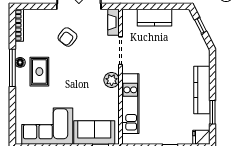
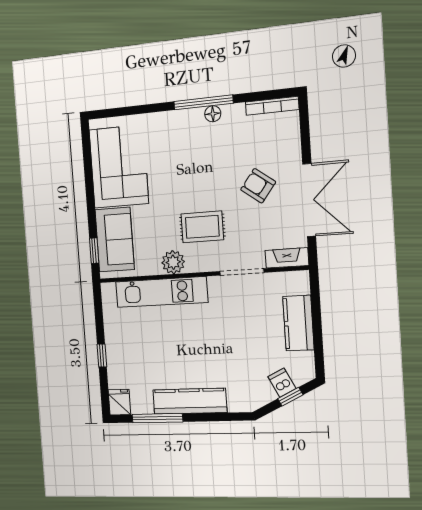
dishwasher: (192, 30) -> (282, 383), added
rug: (39, 72) -> (202, 227), moved
plant: (112, 80) -> (173, 262), moved
window: (212, 112) -> (157, 418), width x1.44

